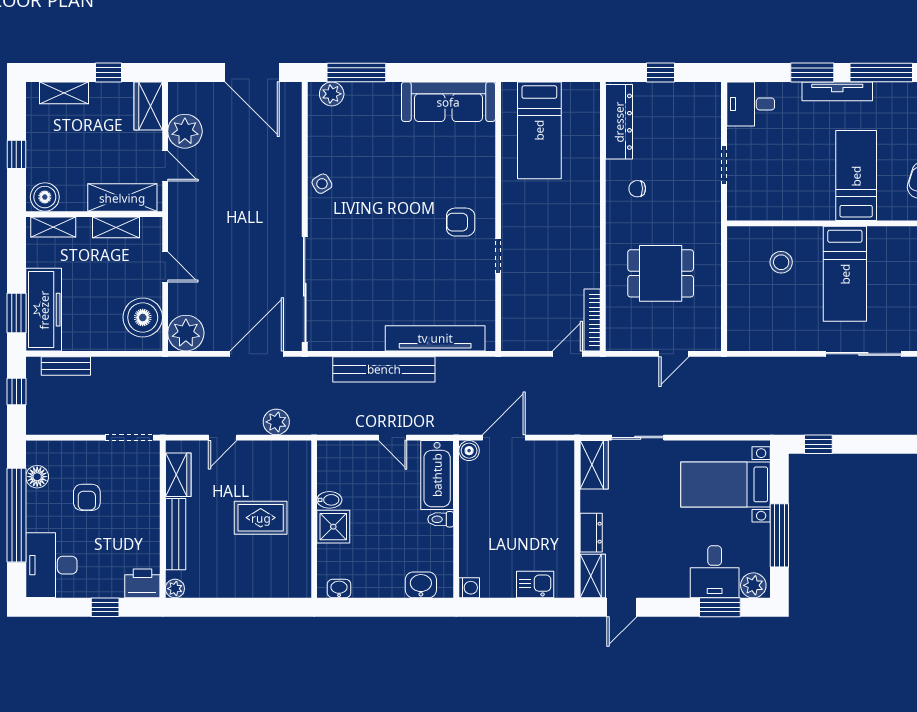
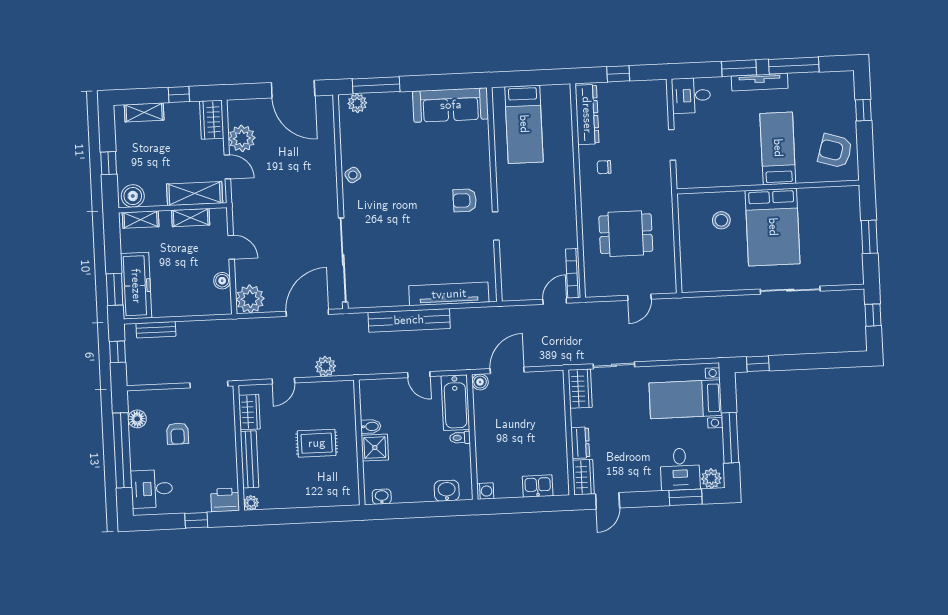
bed: (845, 274) -> (773, 227), width x1.50
boiler: (143, 317) -> (222, 281), width x0.54, depth x0.54
desk: (51, 565) -> (152, 489), width x0.73

